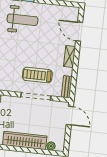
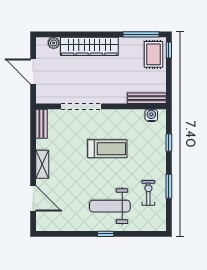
treadmill: (37, 75) -> (107, 149), moved
door: (70, 116) -> (33, 72), moved

